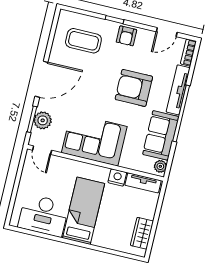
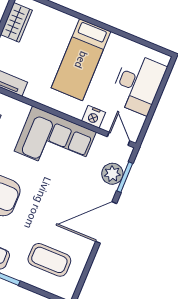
nightstand: (117, 177) -> (94, 117), moved
desk: (43, 215) -> (138, 84), moved, turned 90

